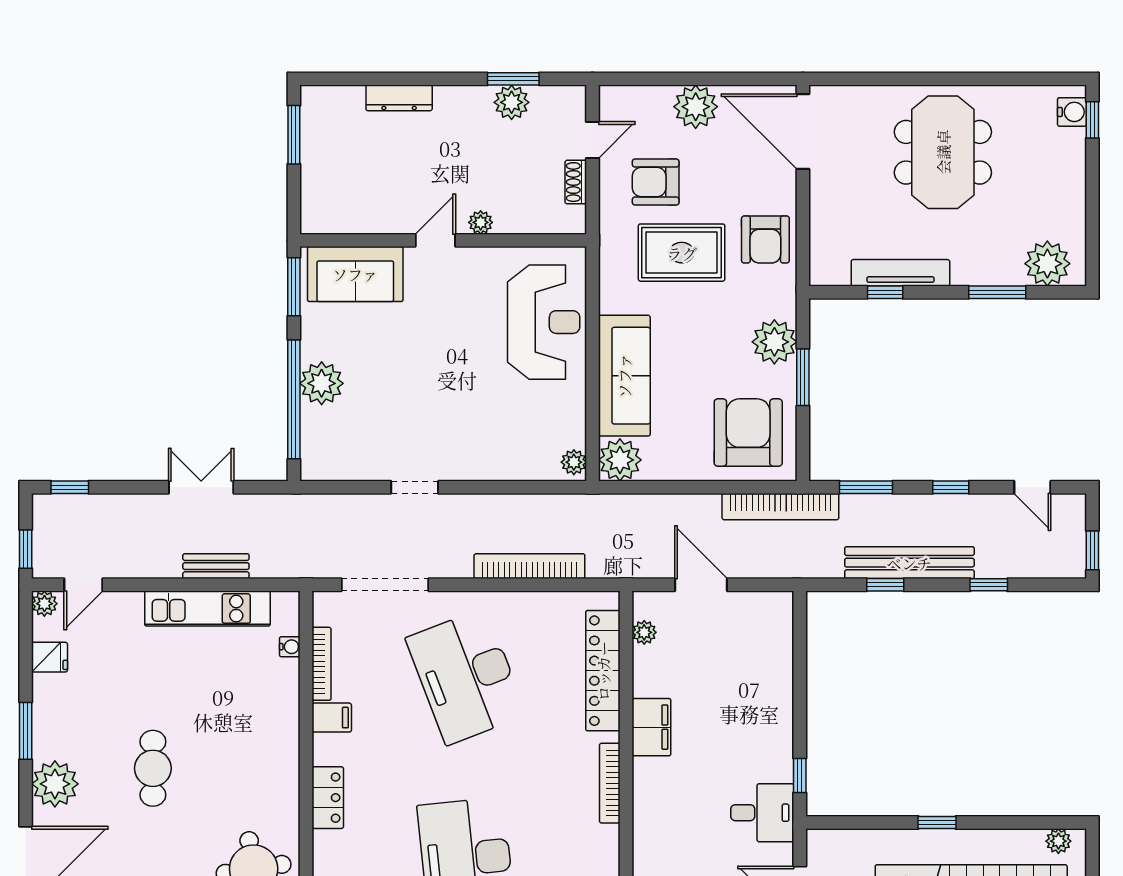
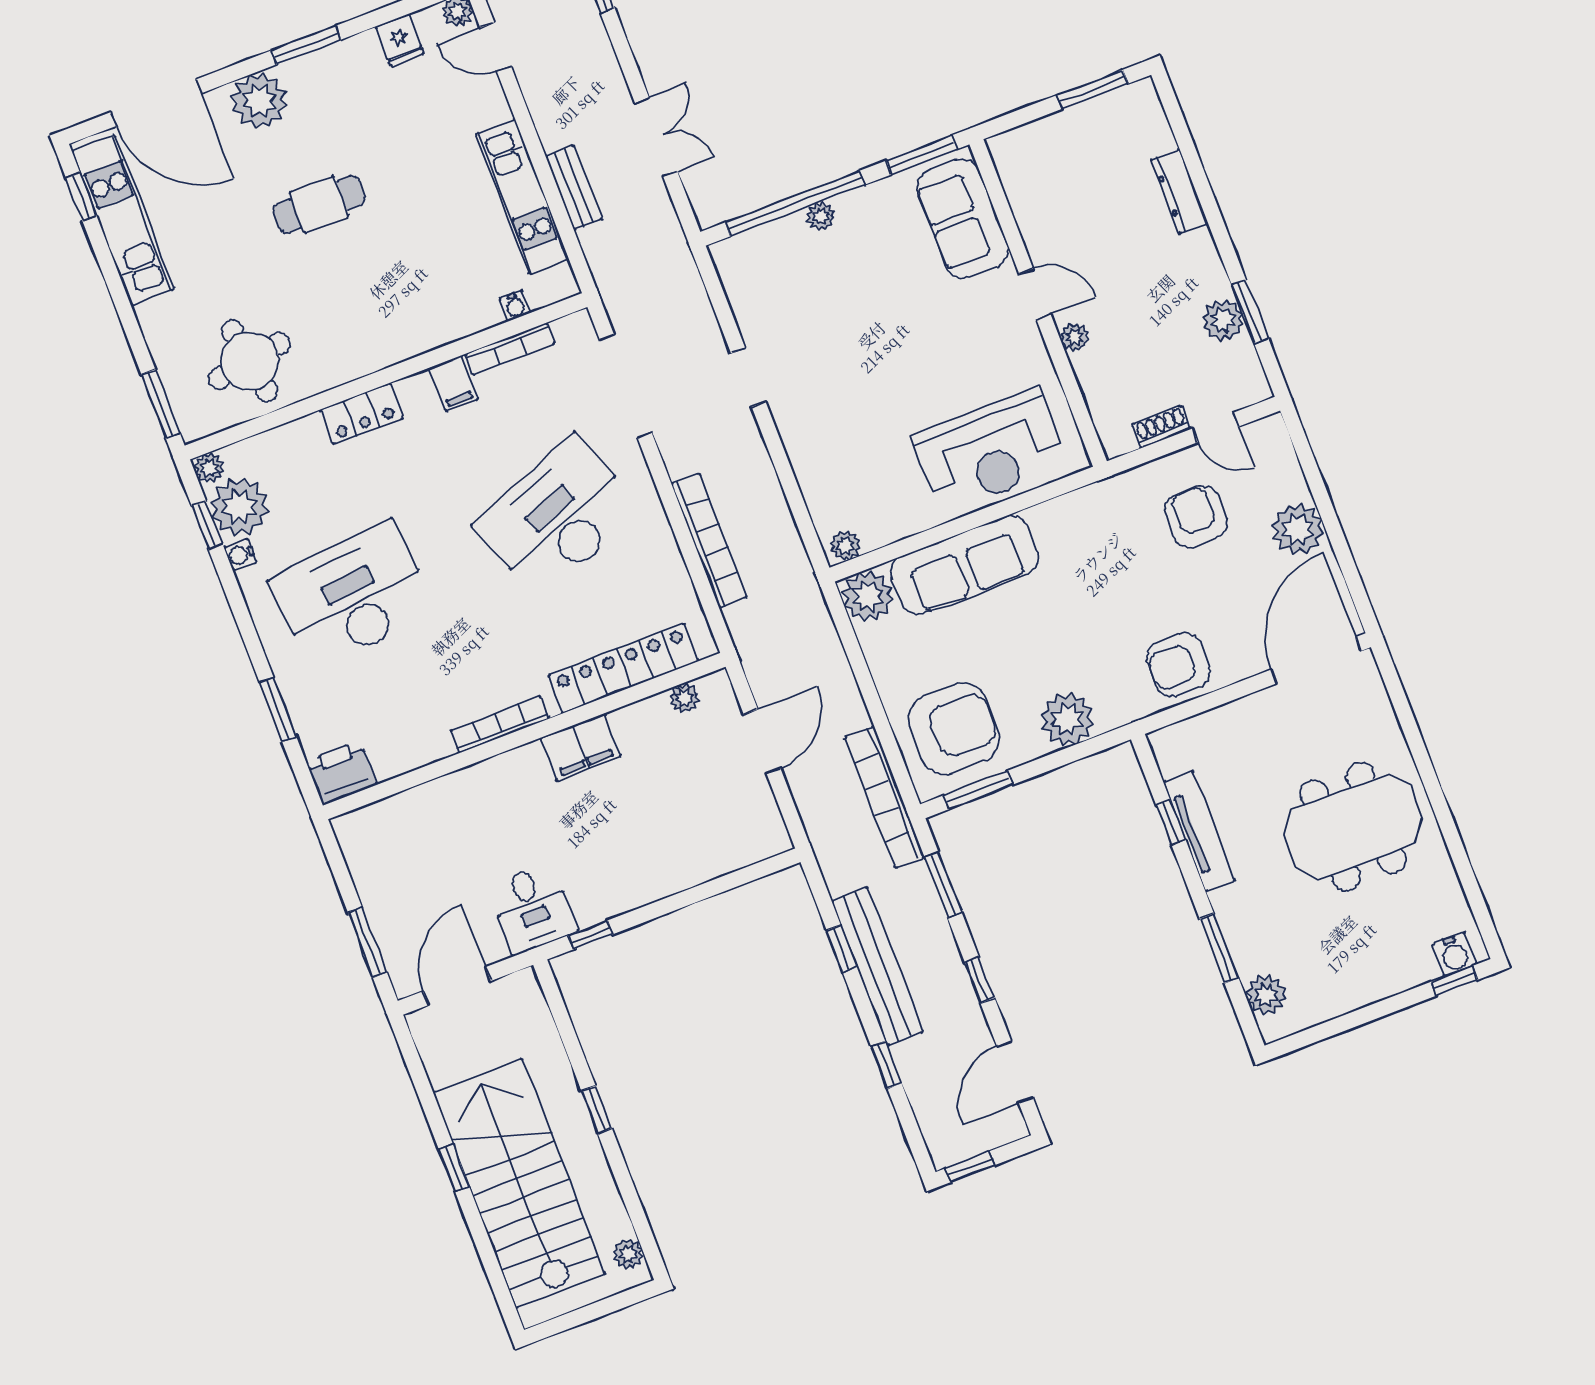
rug: (682, 253) -> (1127, 576), removed
plant: (1047, 264) -> (1266, 995), width x0.73, depth x0.73
window: (803, 377) -> (978, 790), moved
plant: (322, 383) -> (821, 216), width x0.53, depth x0.53
door: (1032, 487) -> (1015, 1072), width x1.38

